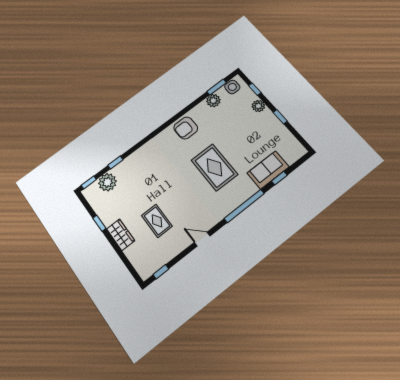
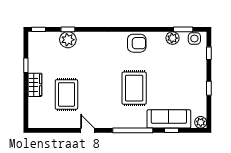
plant: (258, 106) -> (201, 122), moved
armchair: (186, 128) -> (137, 43), turned 180
sofa: (268, 170) -> (169, 119), width x1.36
plant: (107, 182) -> (68, 40), moved
rug: (157, 221) -> (66, 94), width x1.36, depth x1.43
window: (161, 272) -> (44, 130), removed

